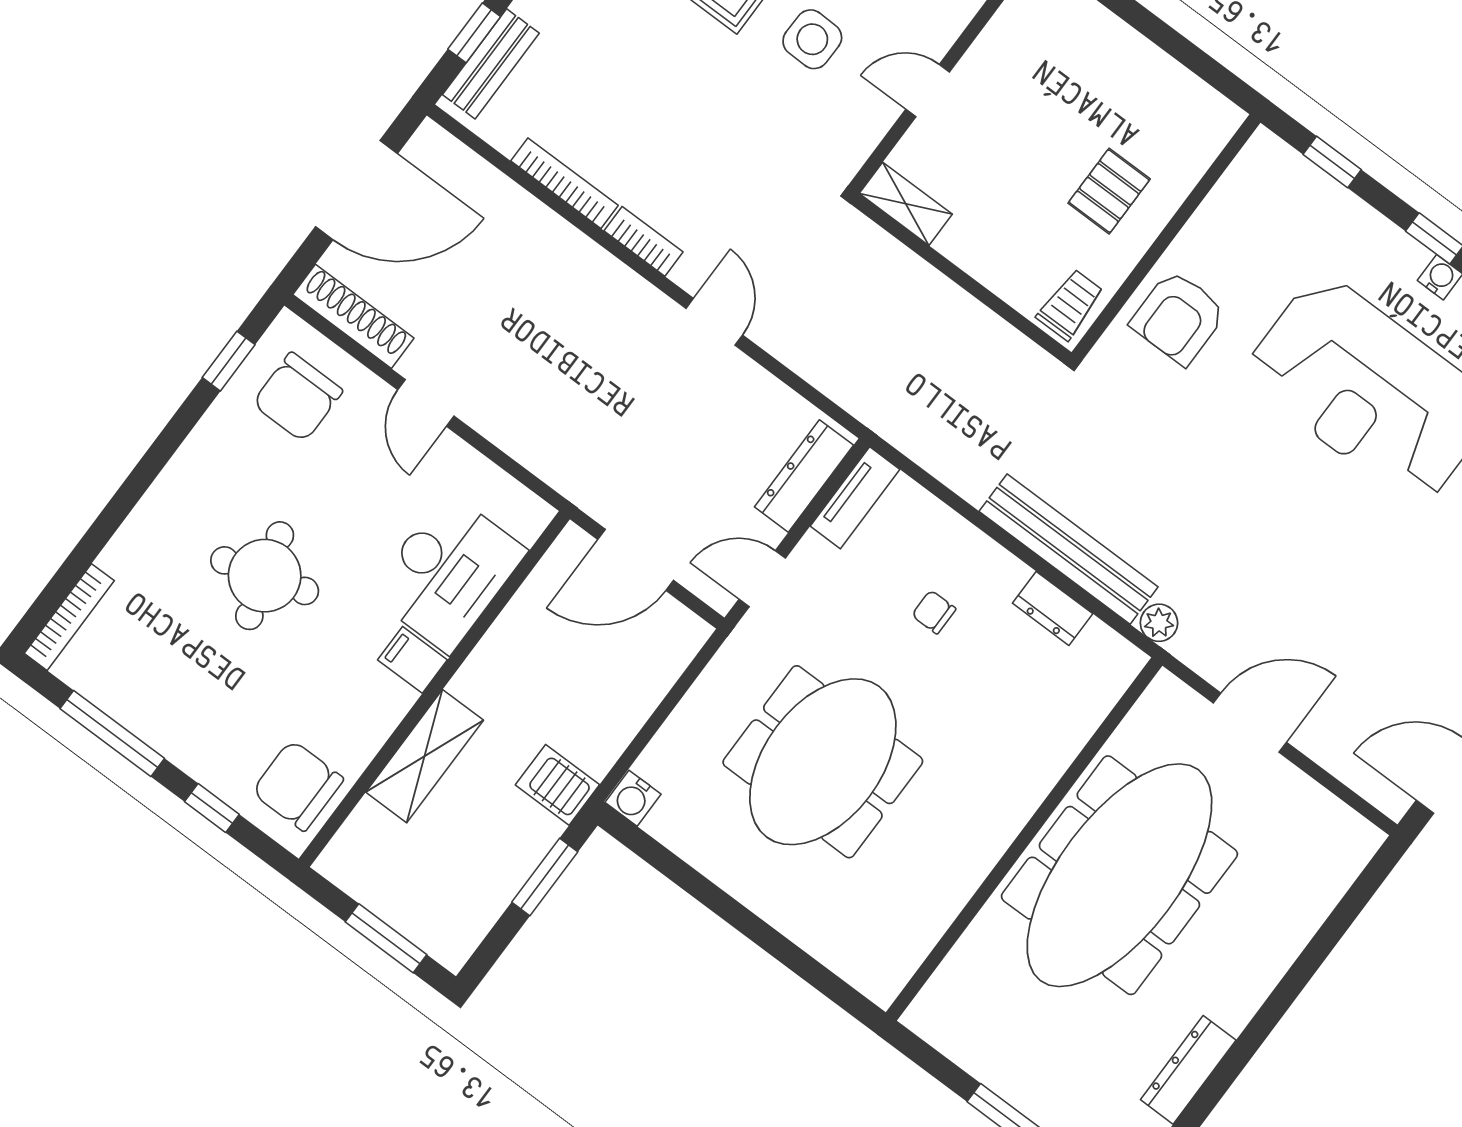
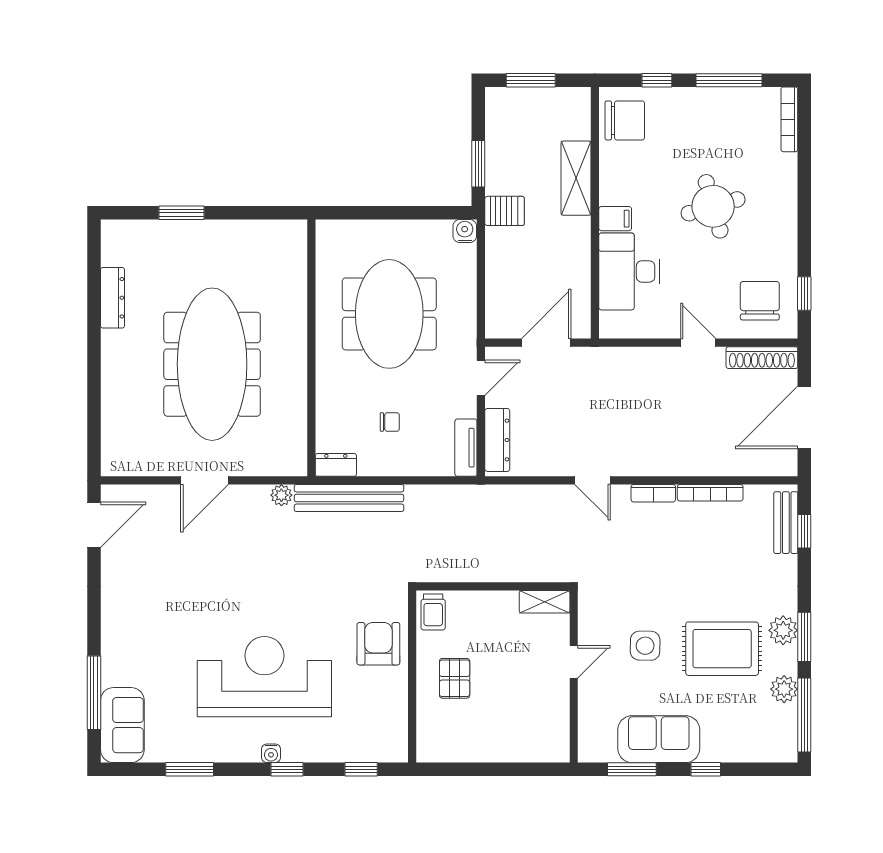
wall: (1024, 839) -> (311, 348), moved

